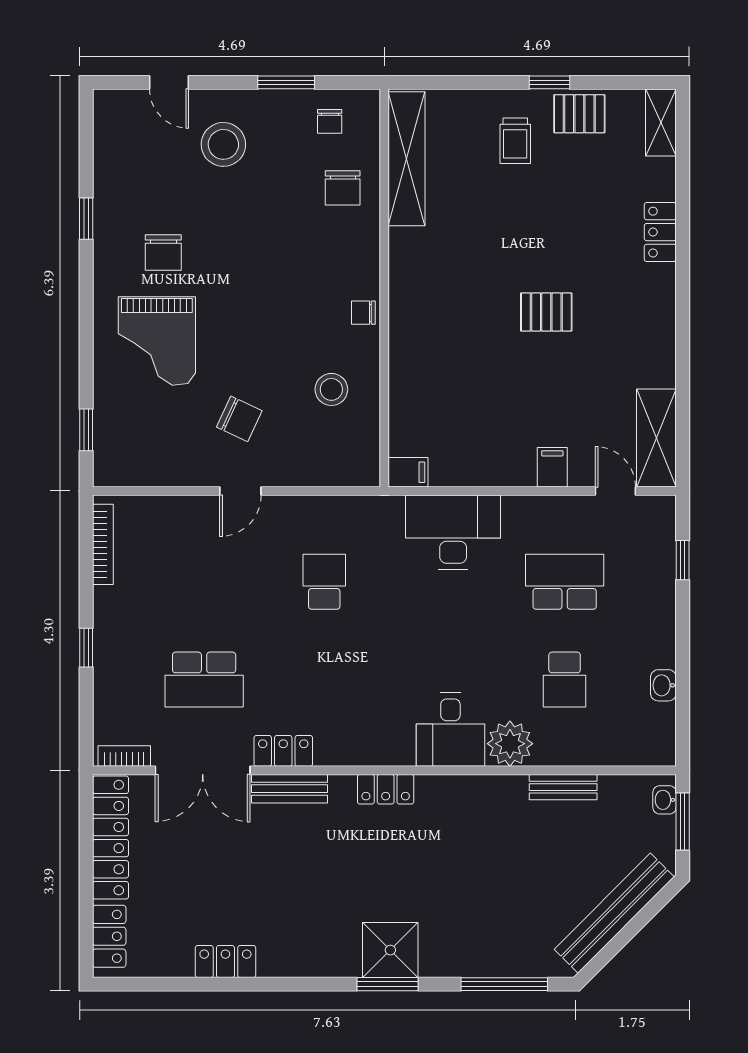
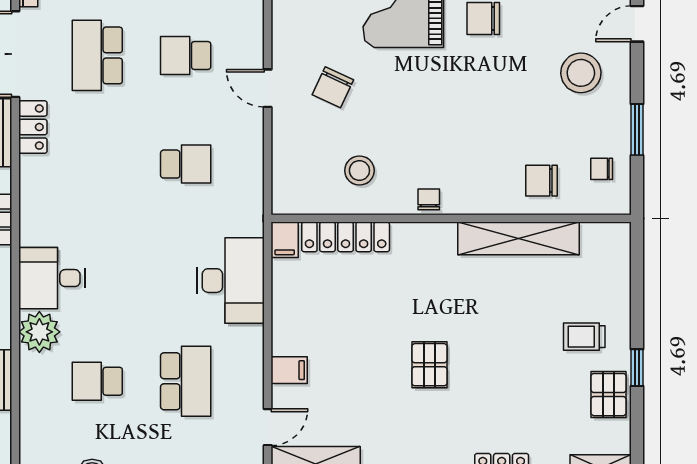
shelving: (407, 159) -> (519, 238), moved
locker: (405, 405) -> (346, 237), added
school desk: (204, 582) -> (186, 55), added

